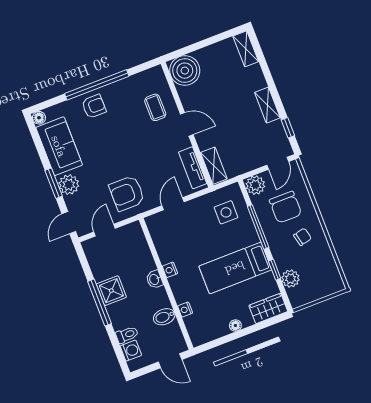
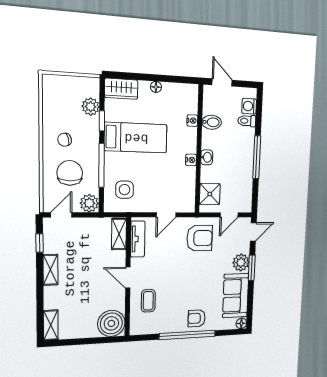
shower: (111, 291) -> (210, 194), moved

